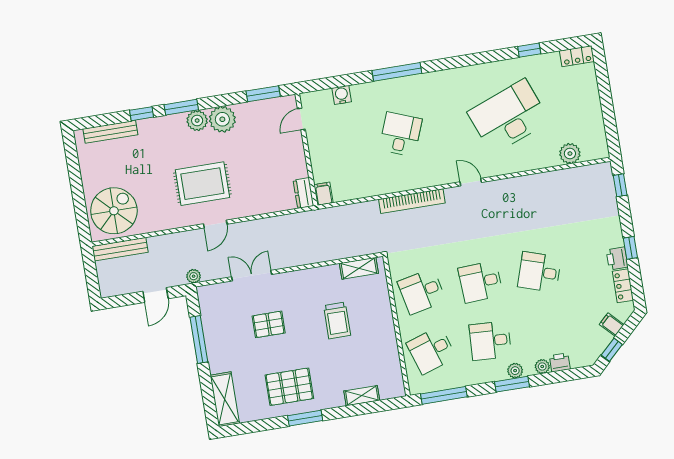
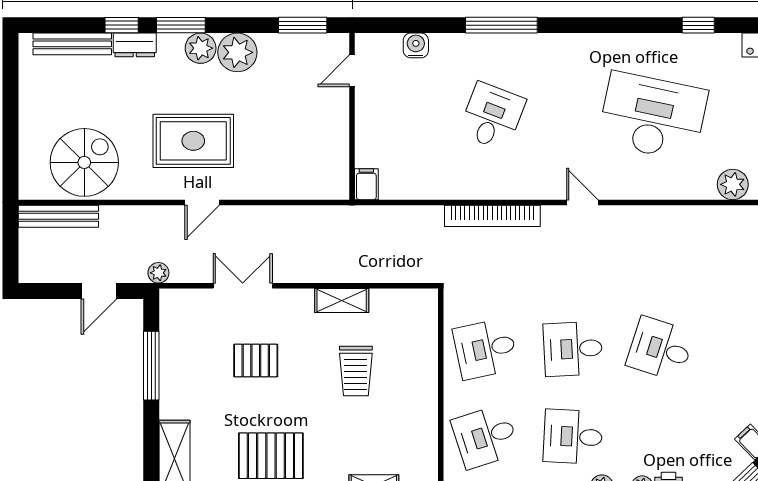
desk: (509, 117) -> (653, 116), turned 33
dresser: (303, 193) -> (135, 45), moved, turned -90
spiral stairs: (114, 211) -> (84, 162), moved
shelving: (359, 268) -> (342, 301), moved

